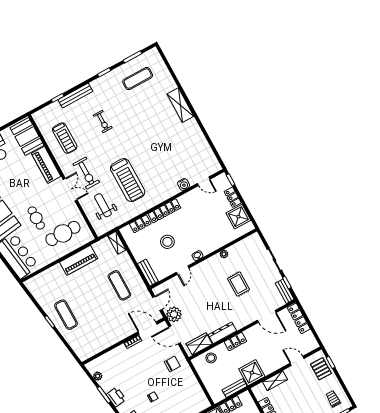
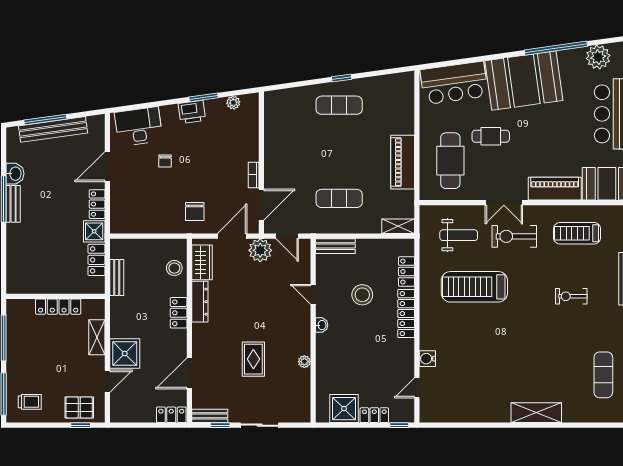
rug: (238, 284) -> (253, 359), turned 90
locker: (299, 318) -> (171, 415), width x0.66
shower: (252, 373) -> (125, 354), moved

